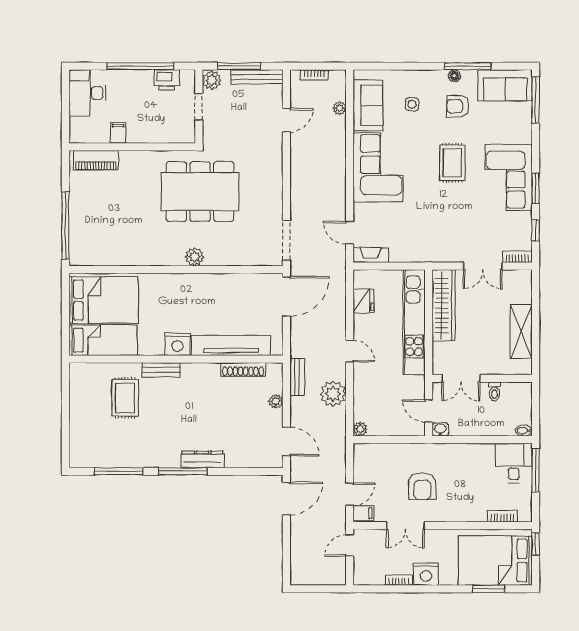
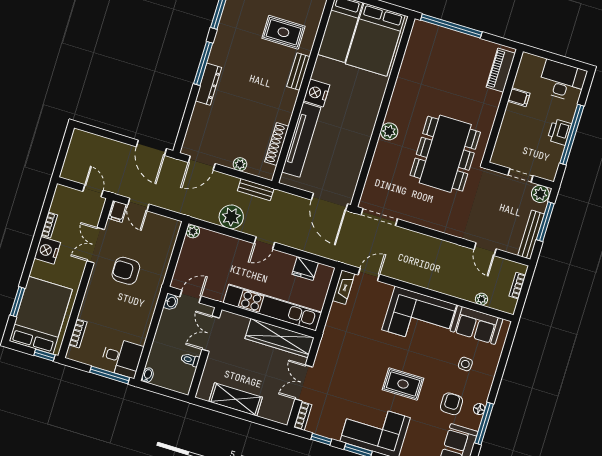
printer: (167, 80) -> (559, 132), moved

